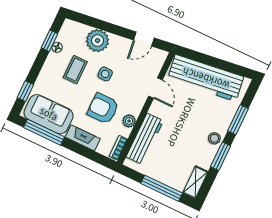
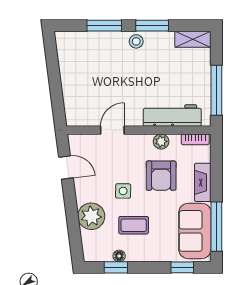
workbench: (206, 78) -> (76, 82), removed
window: (162, 188) -> (216, 90), moved

